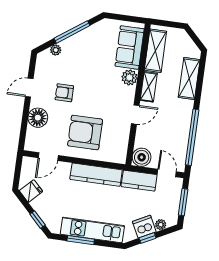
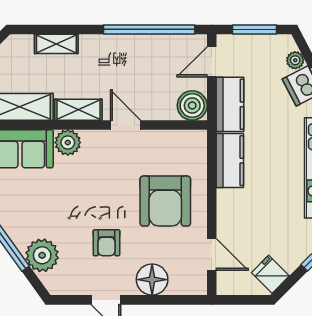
plant: (56, 50) -> (42, 255), width x1.87, depth x1.87
shelving: (189, 79) -> (56, 44), width x0.67, depth x0.75
kitchen counter: (96, 175) -> (230, 161), width x0.67

